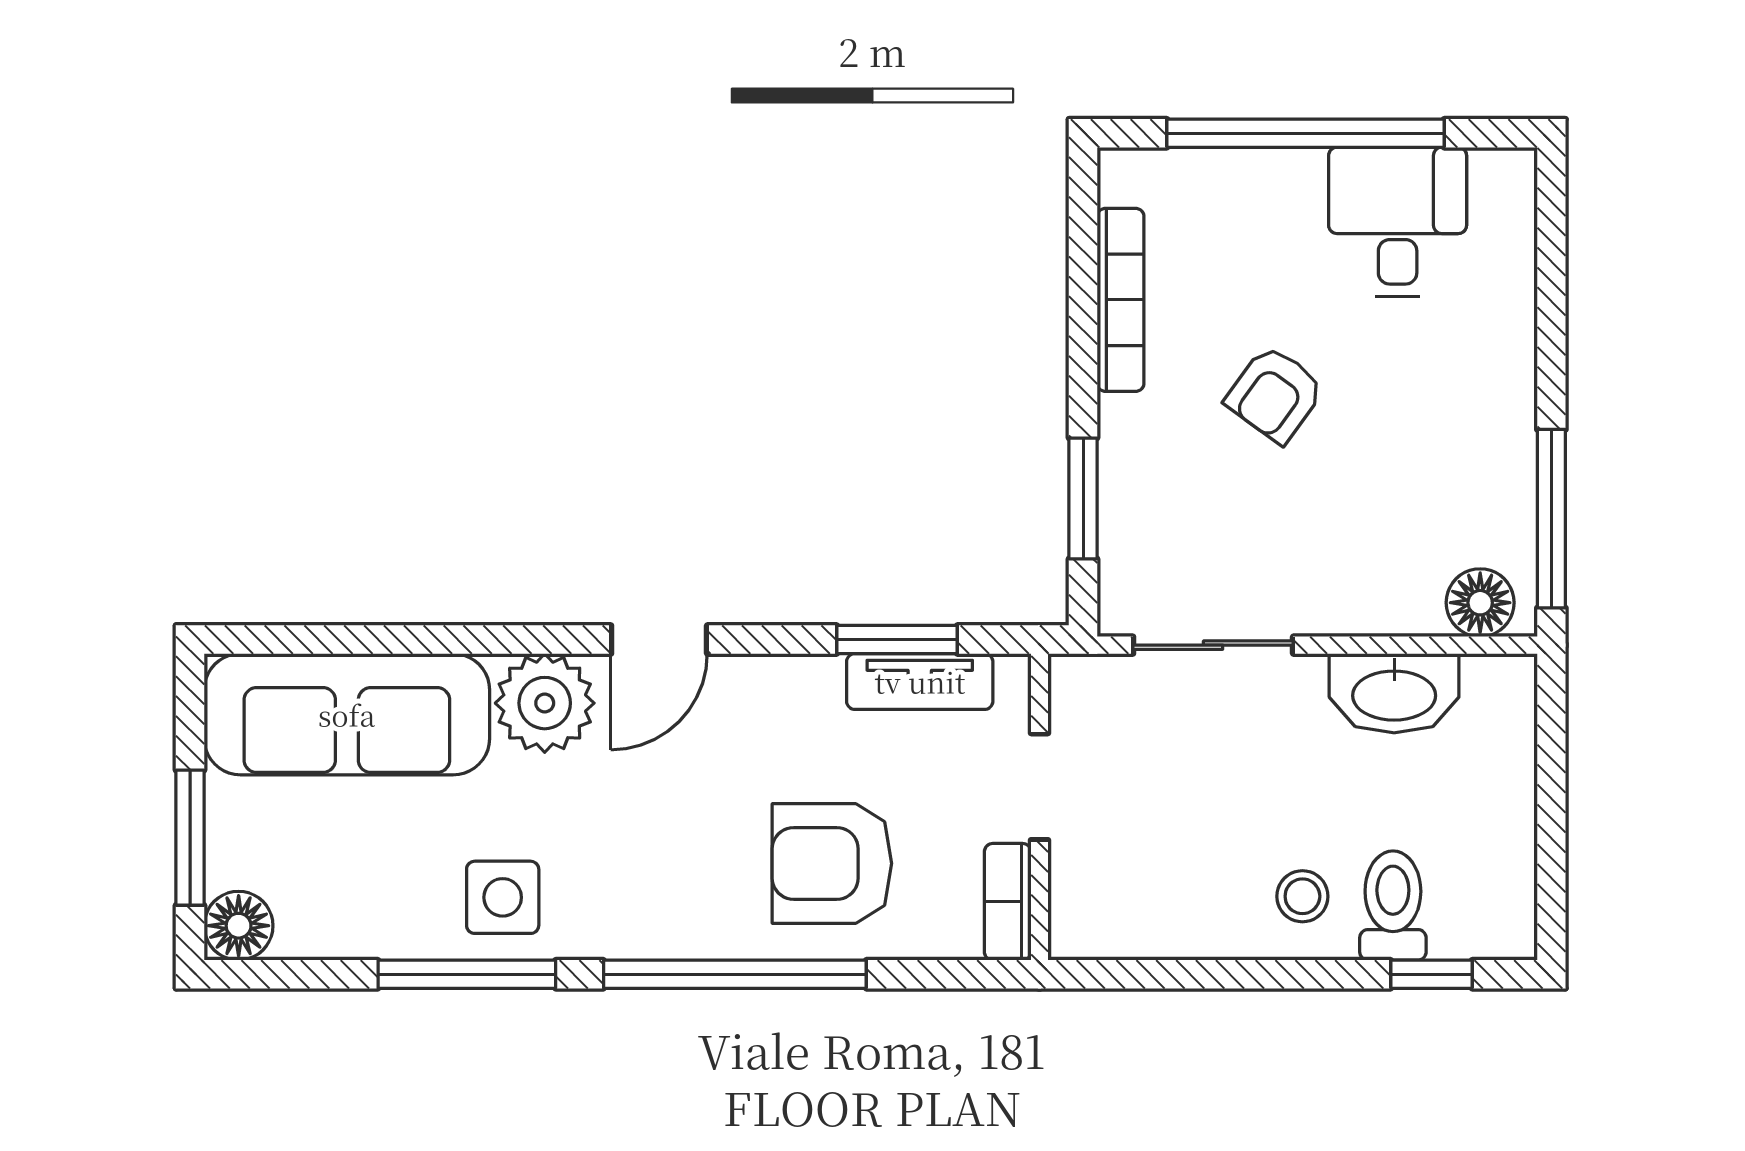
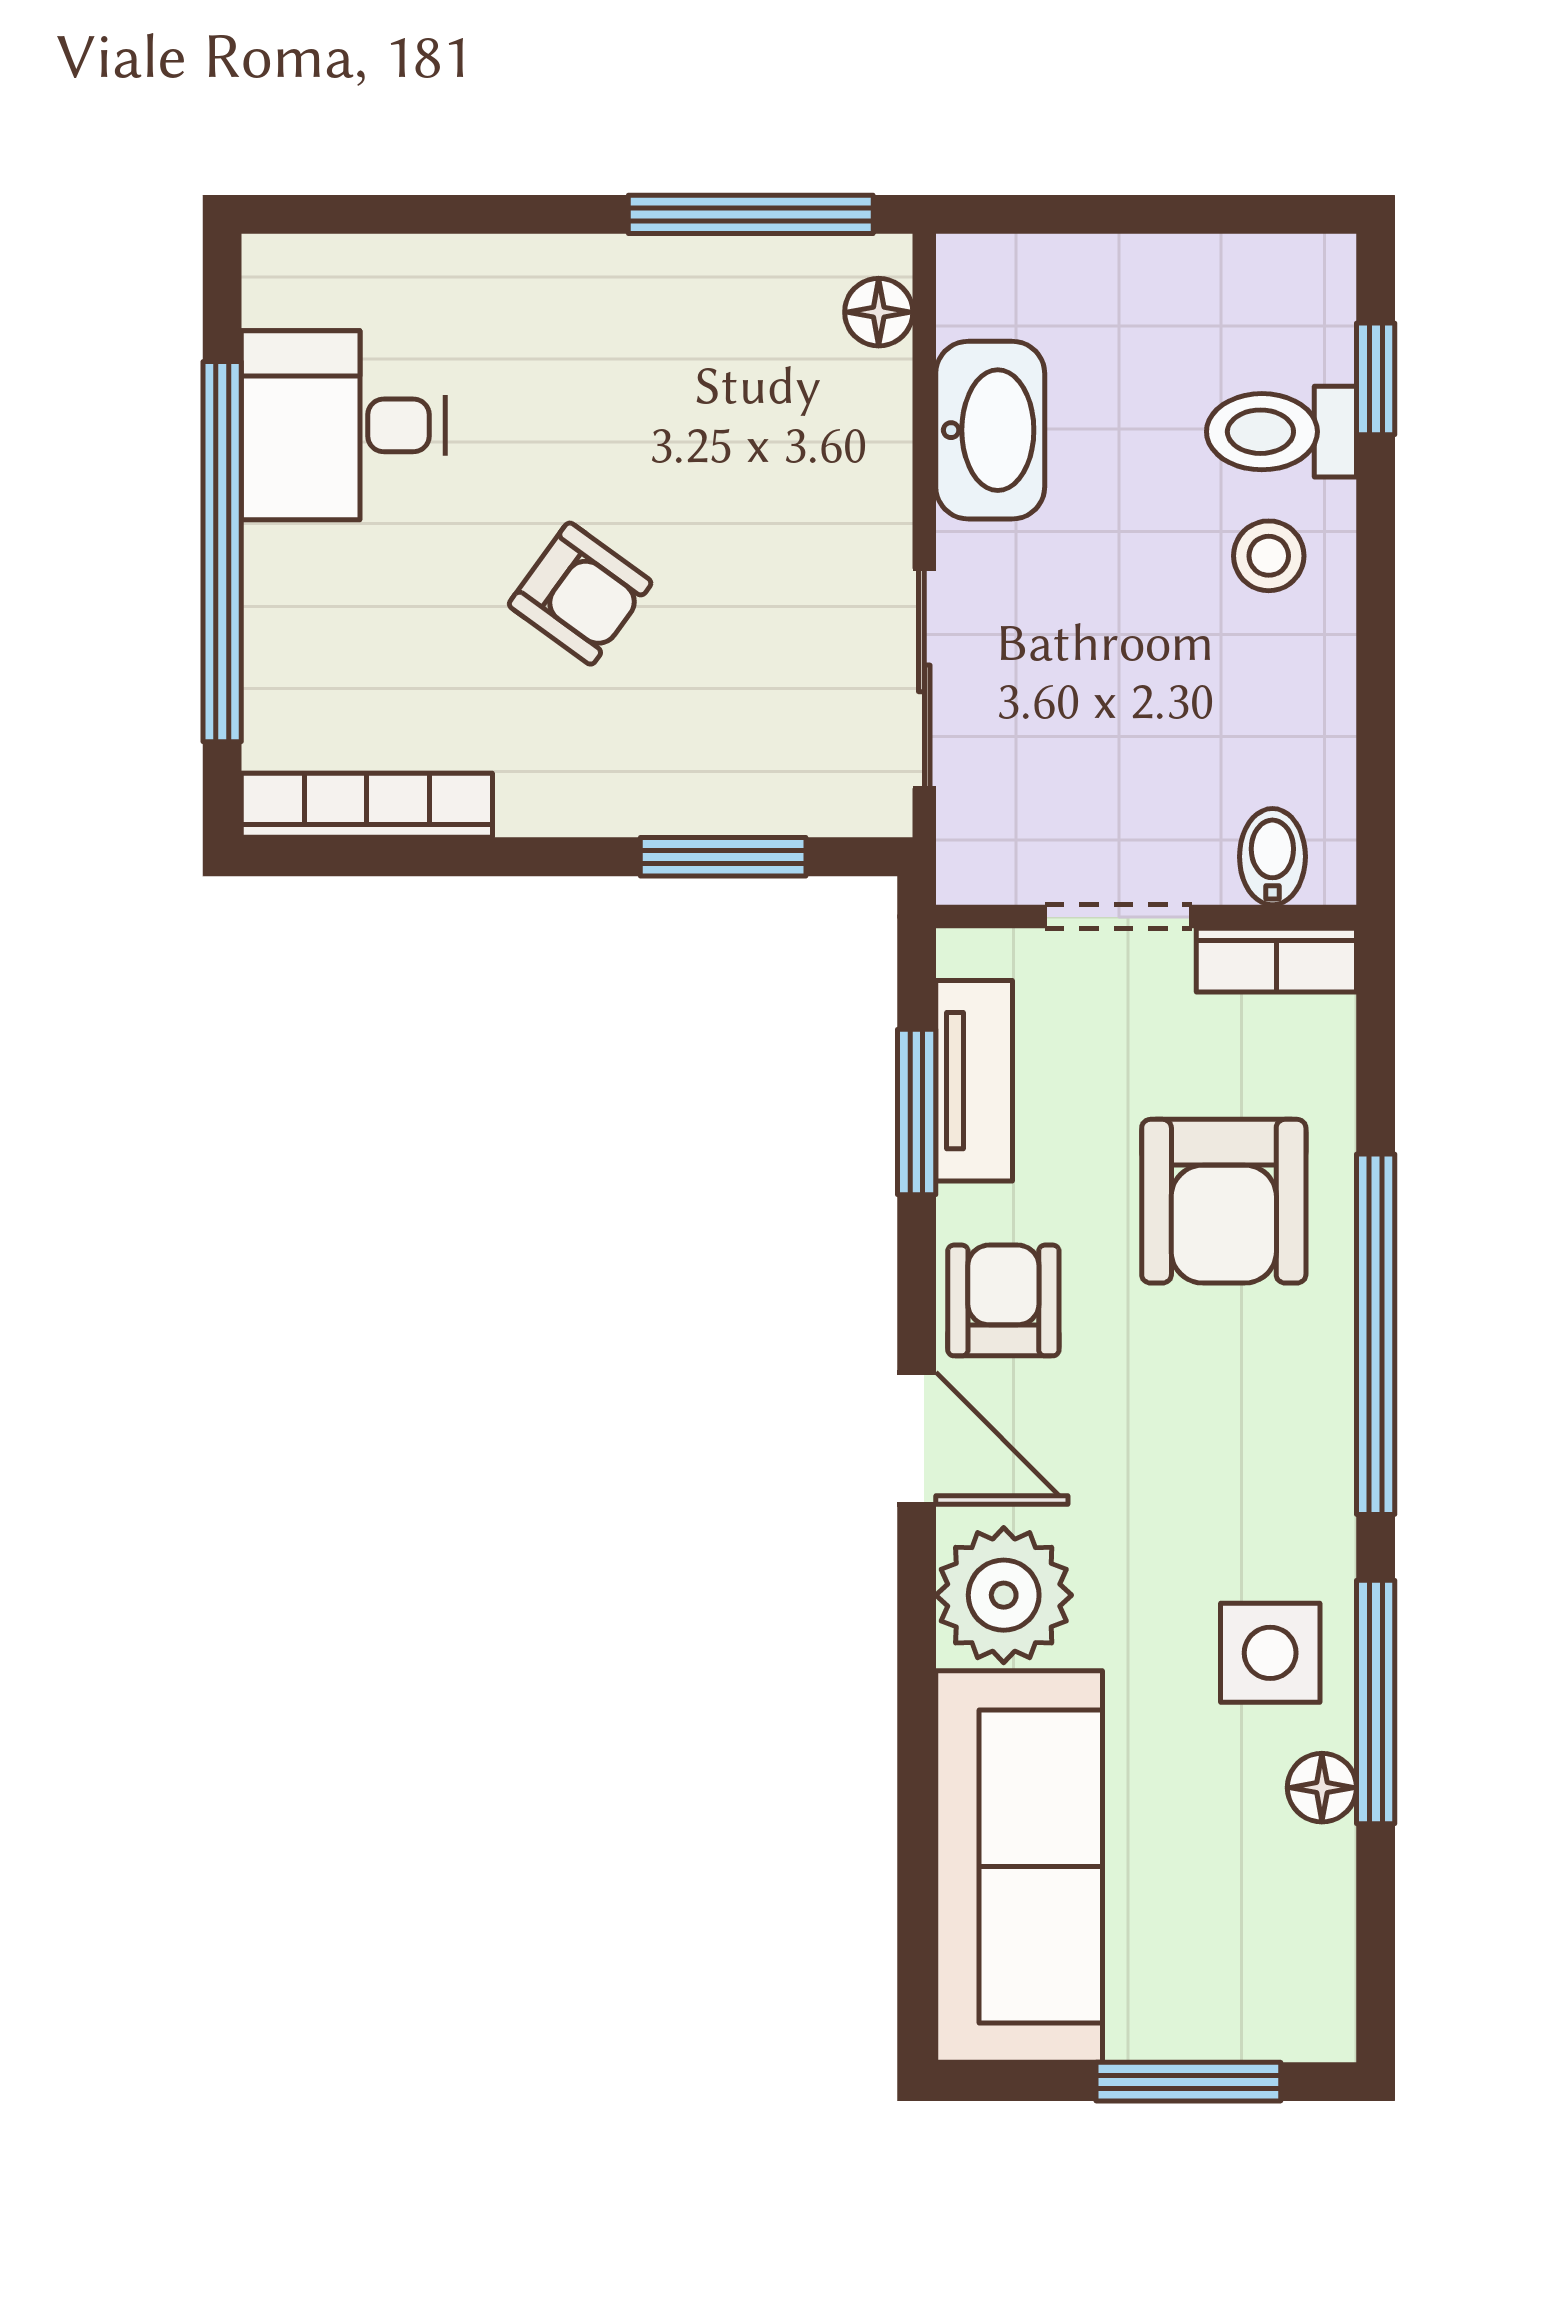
bookcase: (1121, 300) -> (367, 805), moved
floor lamp: (1480, 603) -> (879, 312), width x0.73, depth x0.73
armchair: (760, 703) -> (1003, 1300), added
bidet: (1083, 899) -> (1272, 857), added
floor lamp: (239, 926) -> (1322, 1788), moved, width x0.73, depth x0.73

